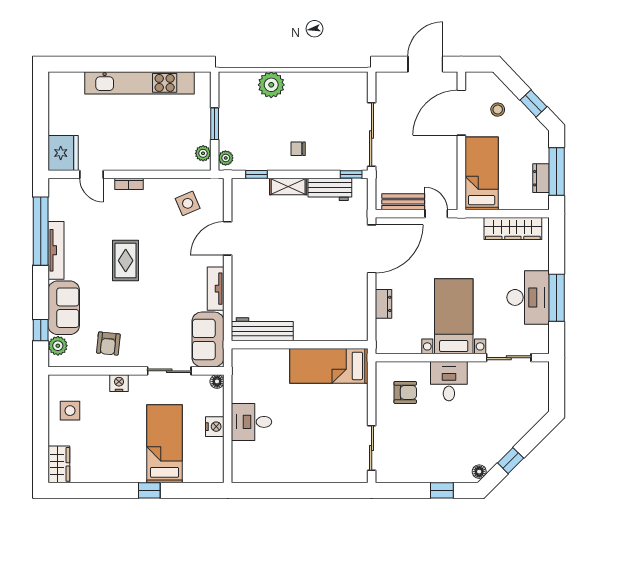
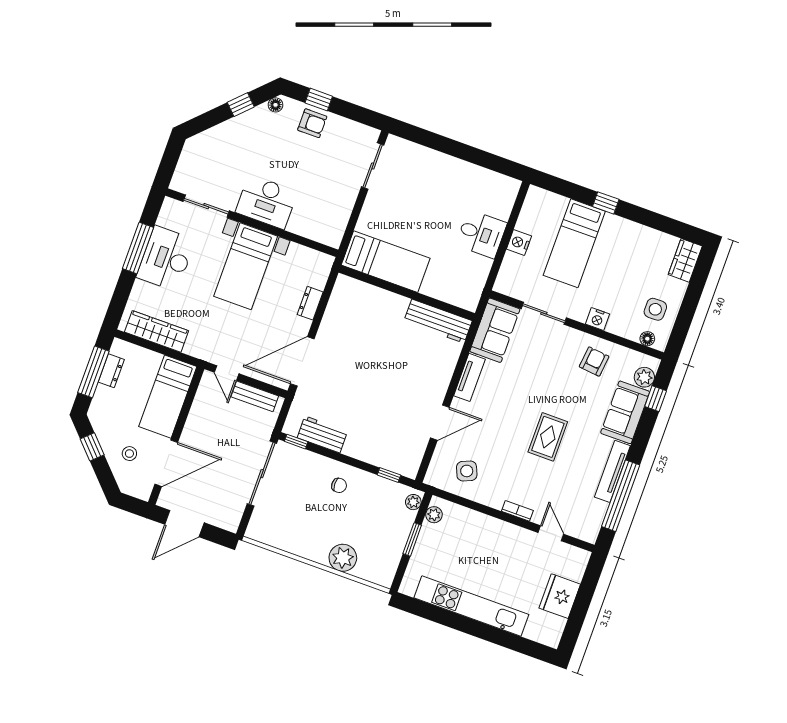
fridge: (63, 153) -> (560, 596), moved
shelving: (288, 187) -> (362, 452), removed
floor lamp: (217, 381) -> (647, 339), moved
desk: (449, 381) -> (267, 202), width x1.37
armchair: (405, 392) -> (312, 123), moved, turned 180

